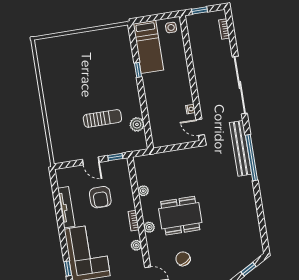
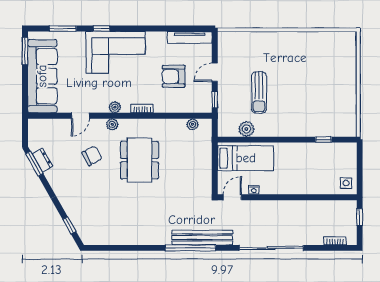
bed: (148, 47) -> (246, 158), moved, turned 180
window: (138, 70) -> (324, 140), moved
plant: (143, 191) -> (192, 124), moved
tv unit: (66, 207) -> (190, 37), moved
plant: (149, 227) -> (112, 124), moved

